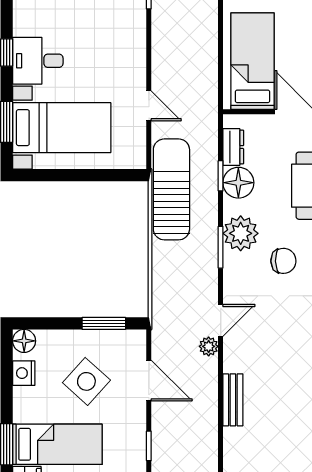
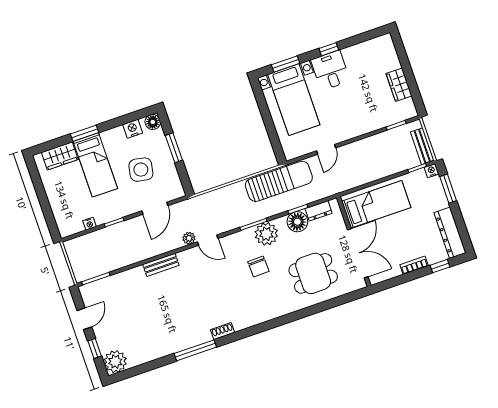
window: (104, 323) -> (174, 148), moved
side table: (86, 381) -> (141, 170), turned -32

